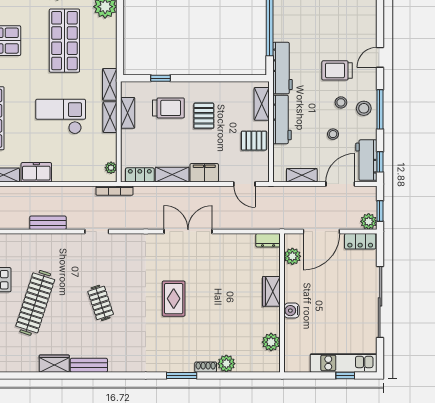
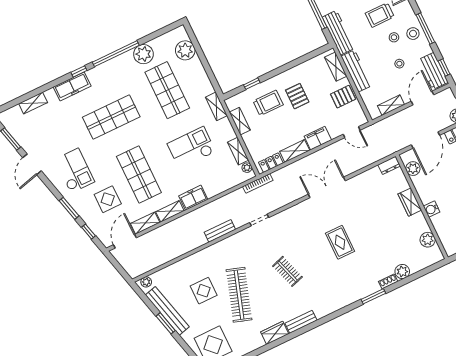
shelving: (110, 117) -> (238, 151), moved

